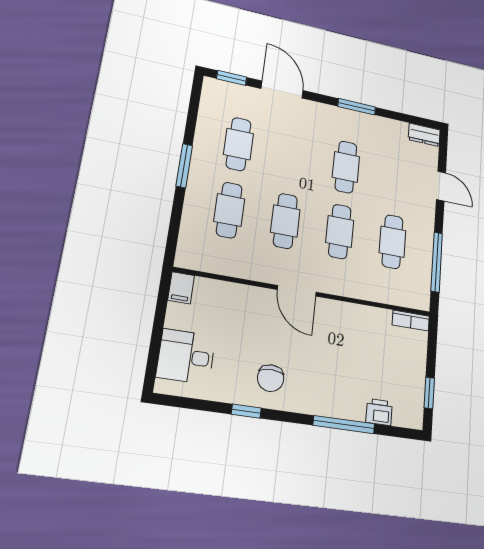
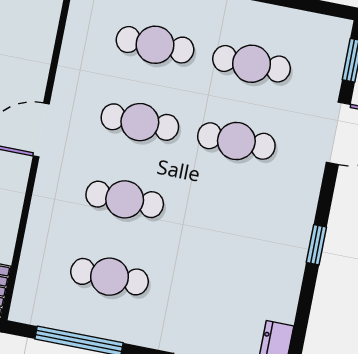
window: (357, 107) -> (316, 245), width x0.67
cafe table: (346, 167) -> (236, 141), moved

